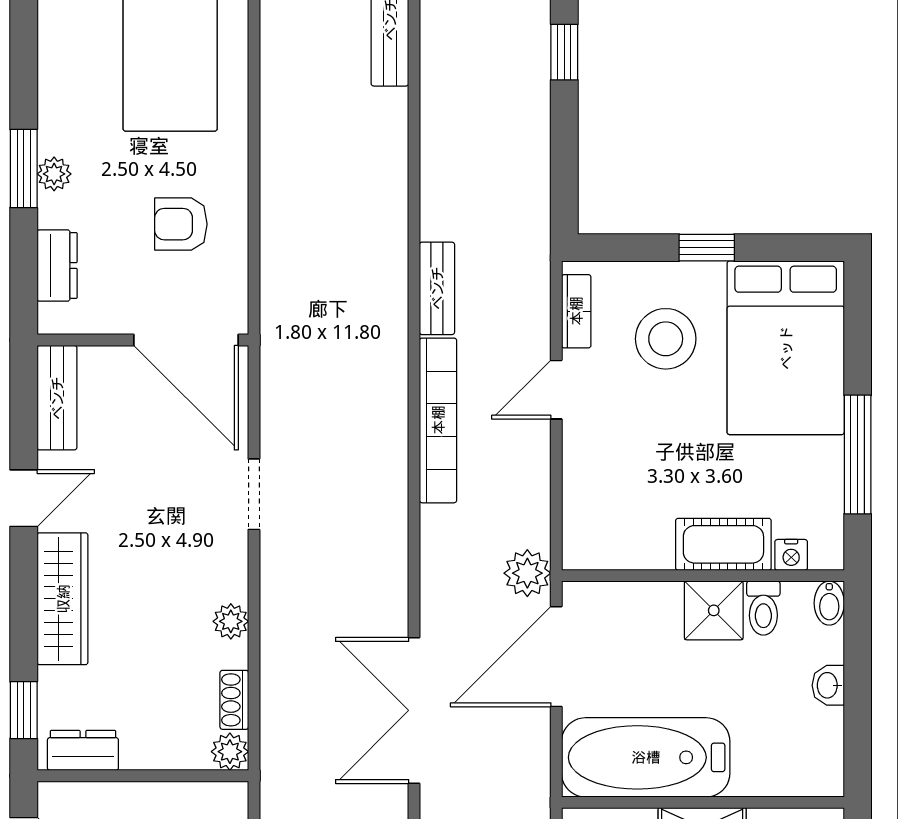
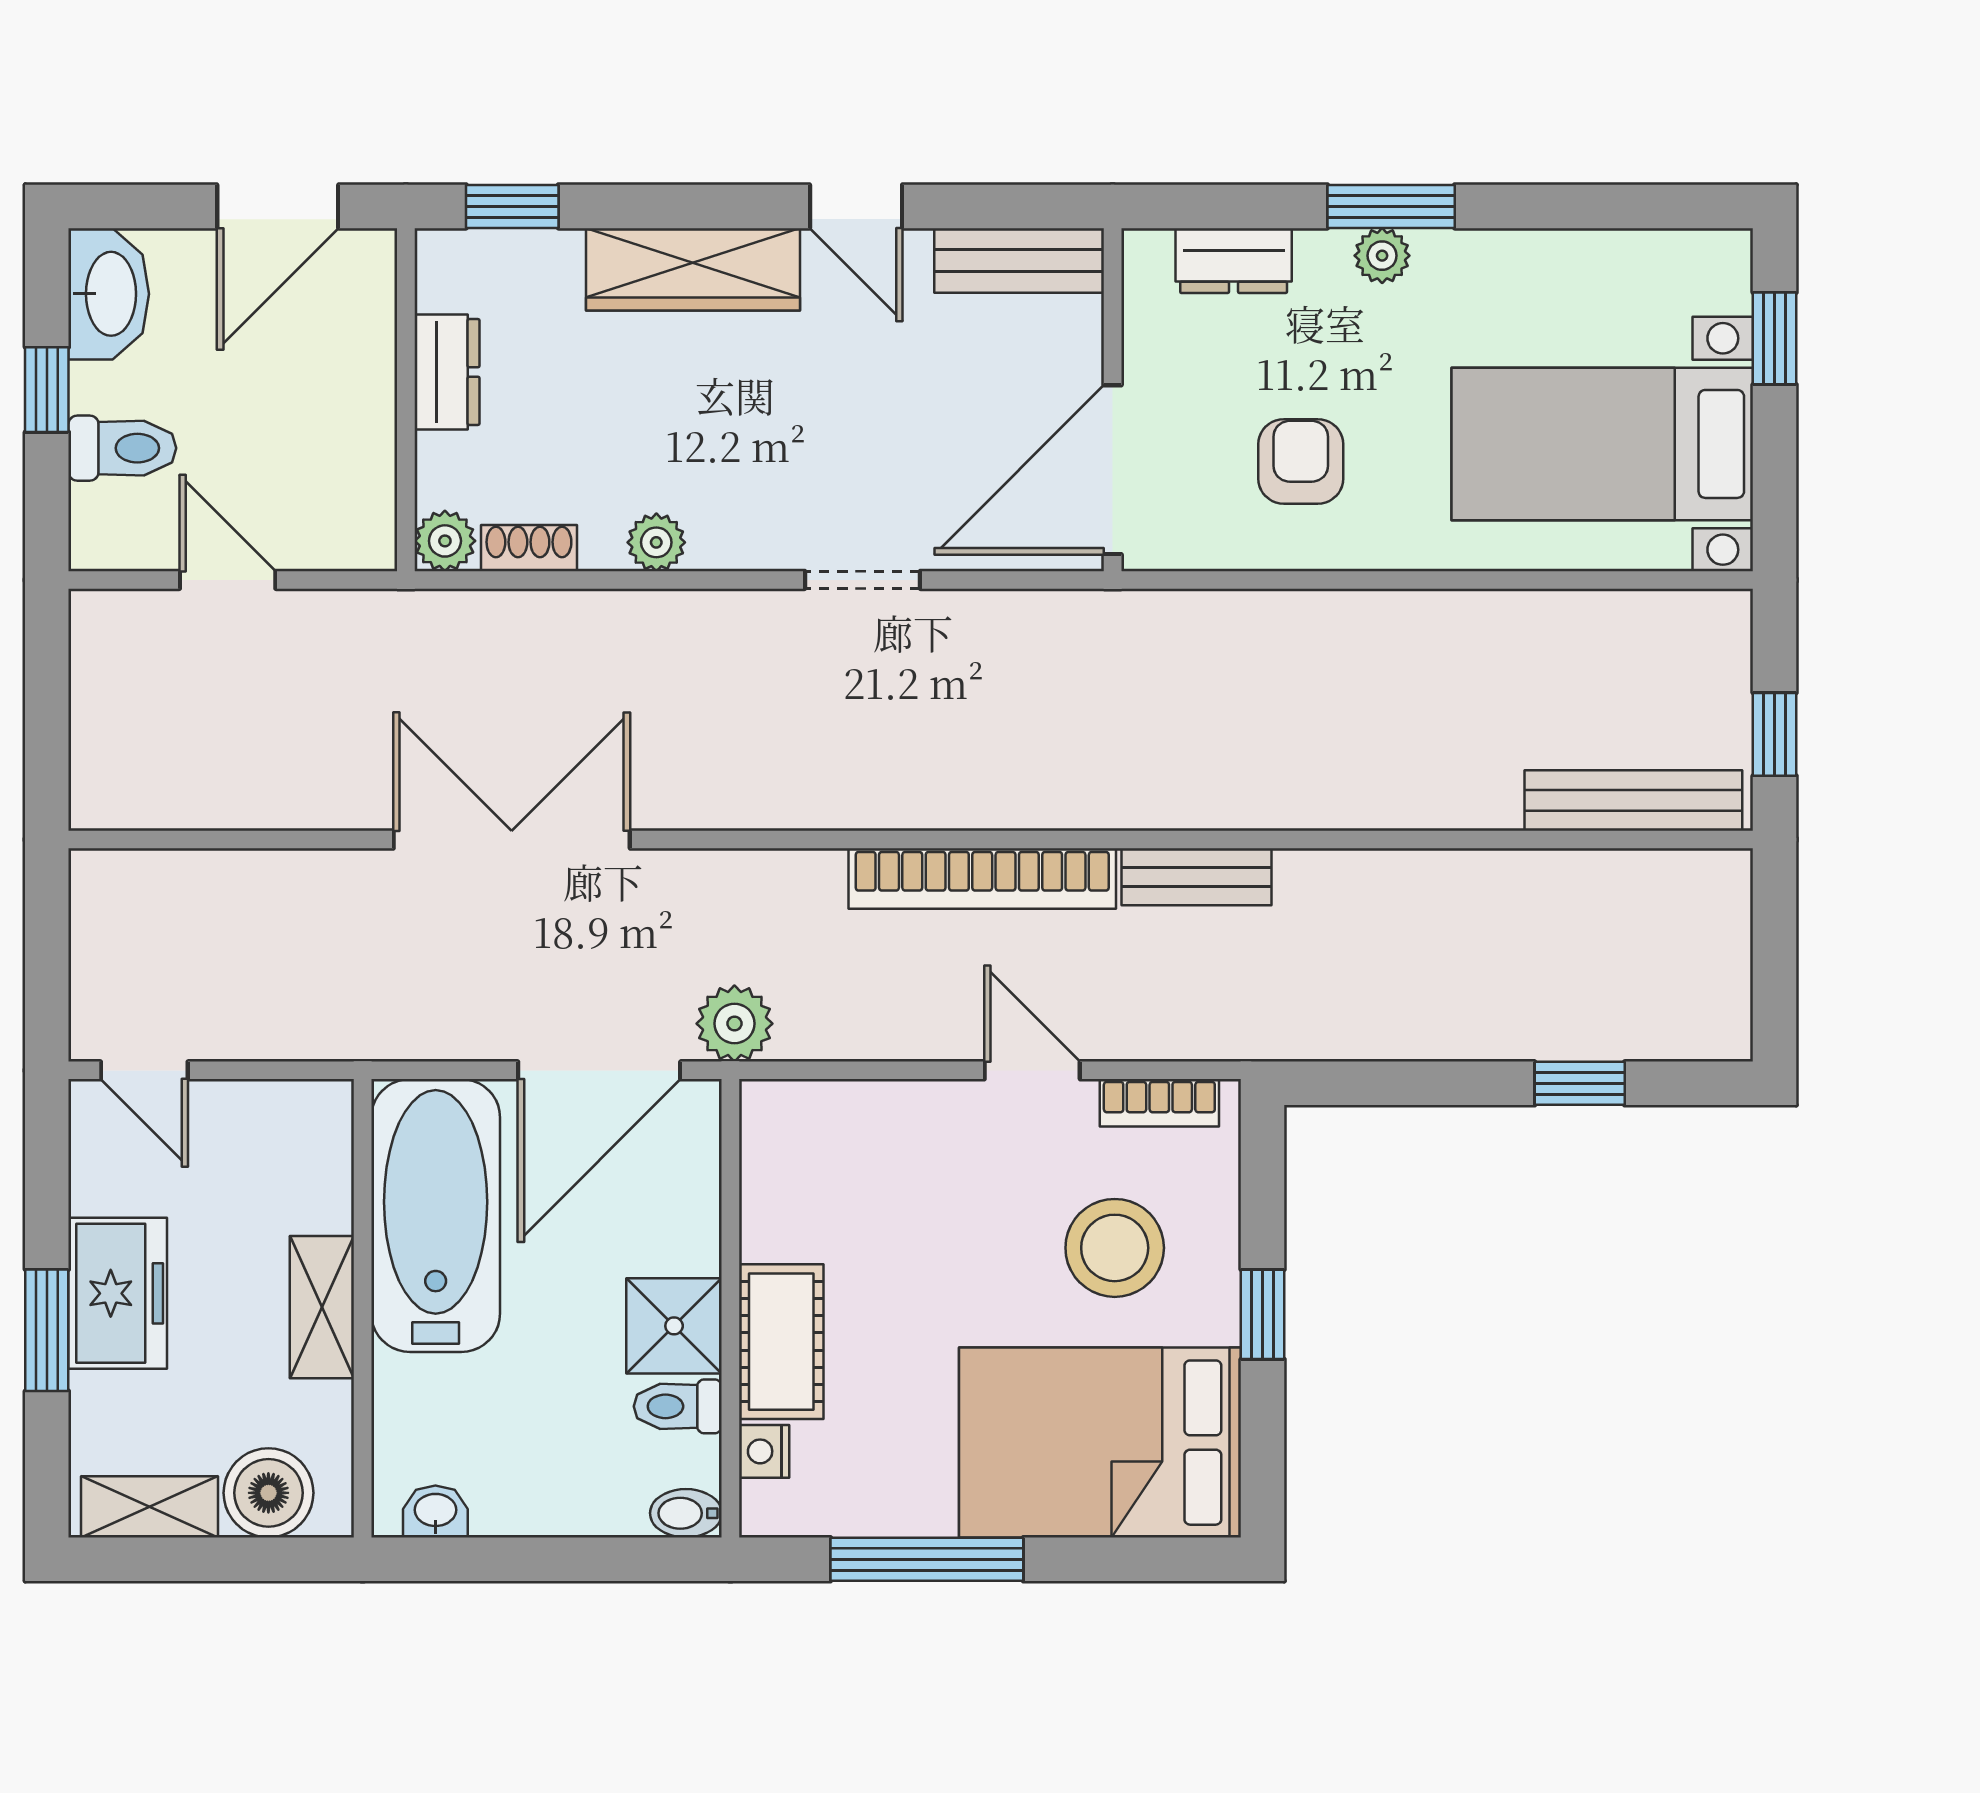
door: (556, 657) -> (599, 1070), swing flipped
washbasin: (828, 685) -> (435, 1512), moved
dresser: (83, 750) -> (447, 372), moved

